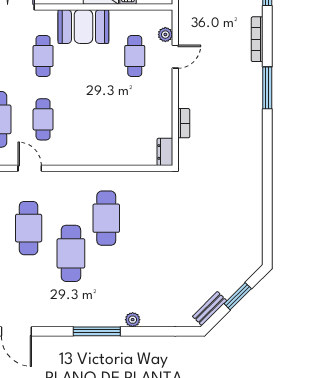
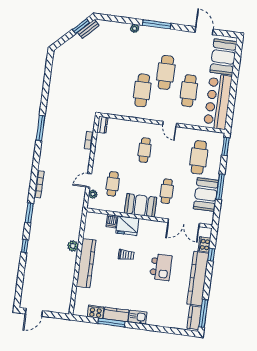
window: (267, 88) -> (40, 128), moved
cafe table: (43, 119) -> (145, 150), moved
door: (30, 168) -> (170, 124), moved
window: (238, 296) -> (81, 26), moved

